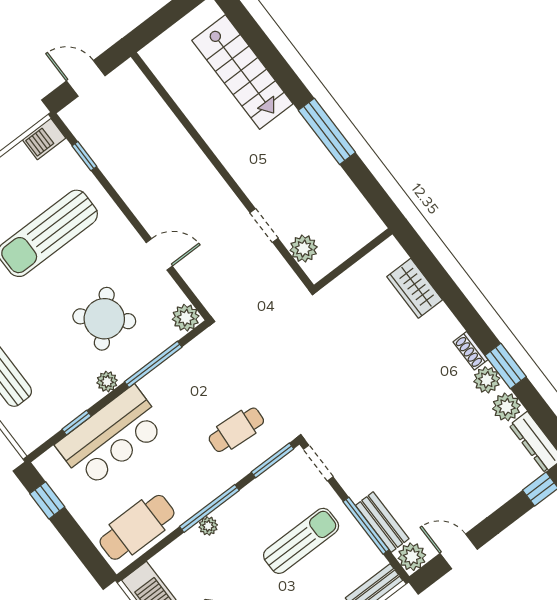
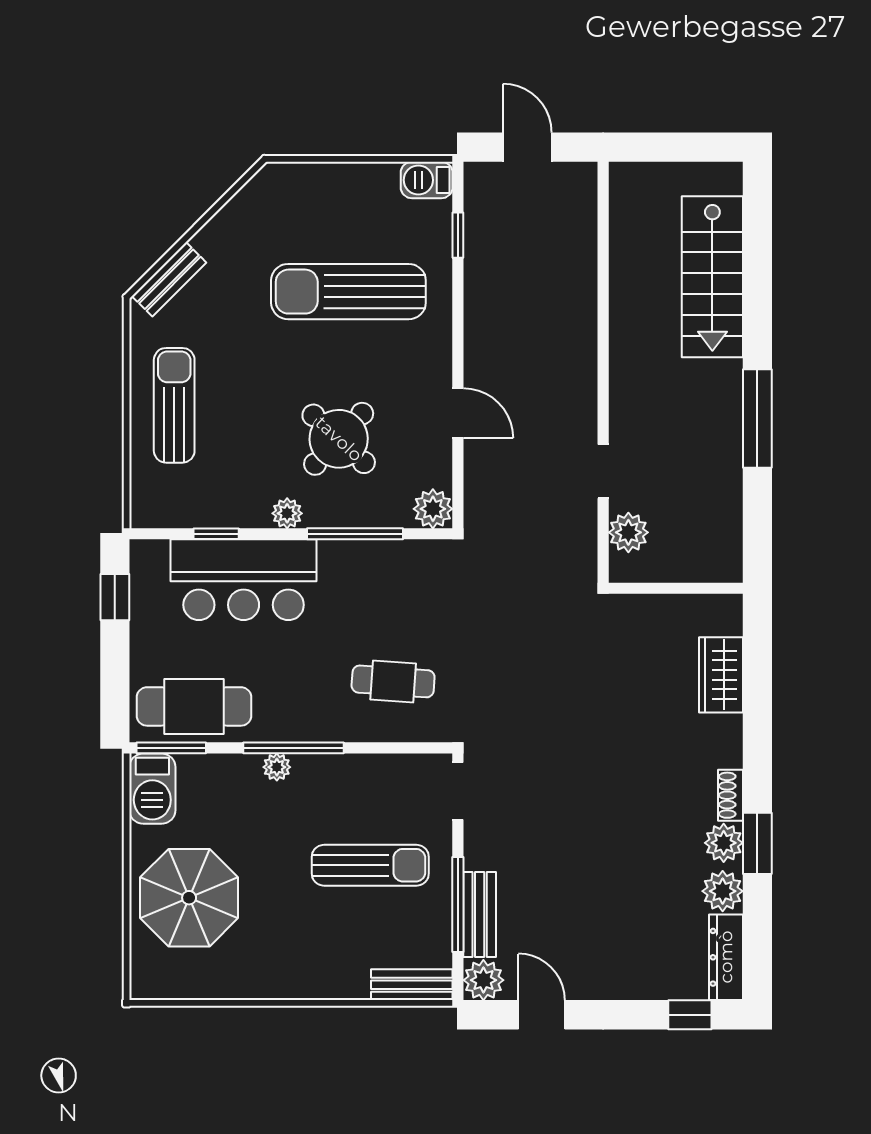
window: (272, 460) -> (171, 748), moved

